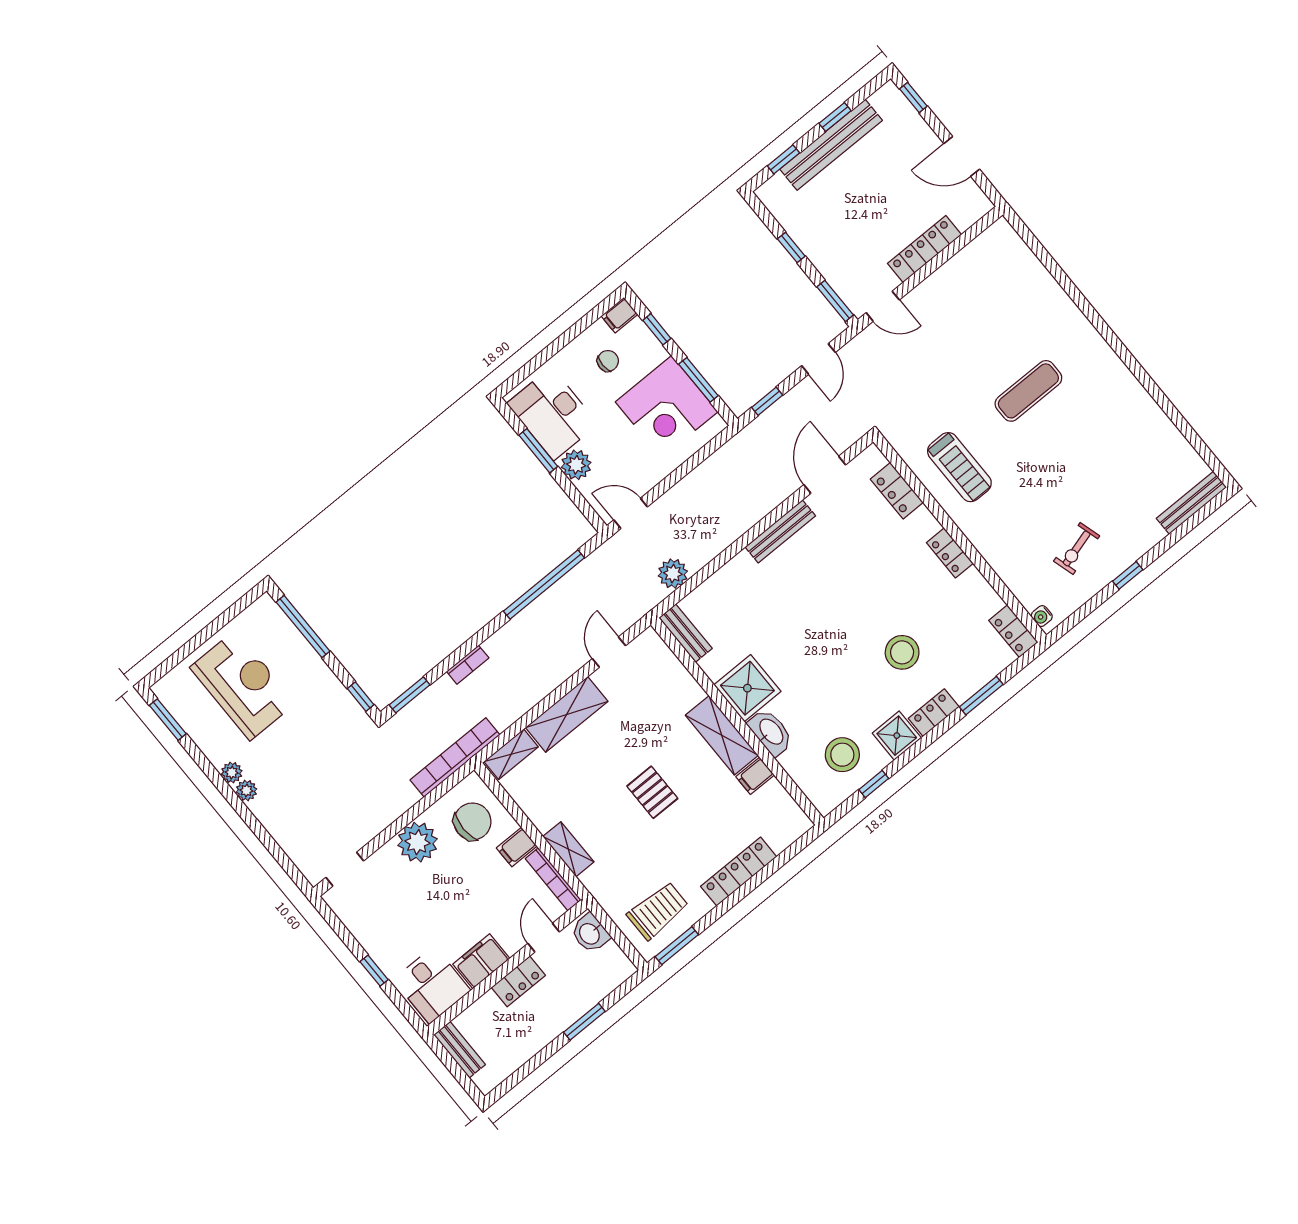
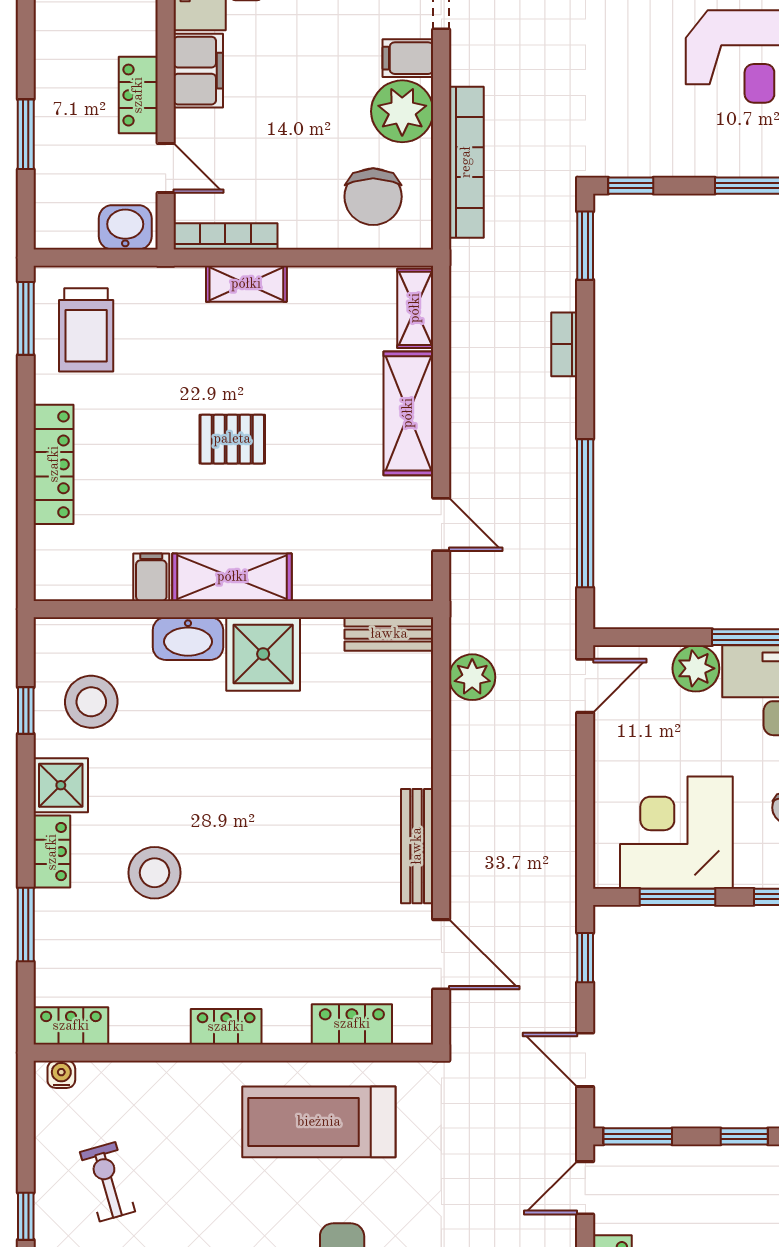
treadmill: (959, 467) -> (319, 1122), width x1.37, depth x1.38
bookcase: (455, 757) -> (466, 162), moved
filing cabinet: (517, 847) -> (408, 58), moved, turned -90

